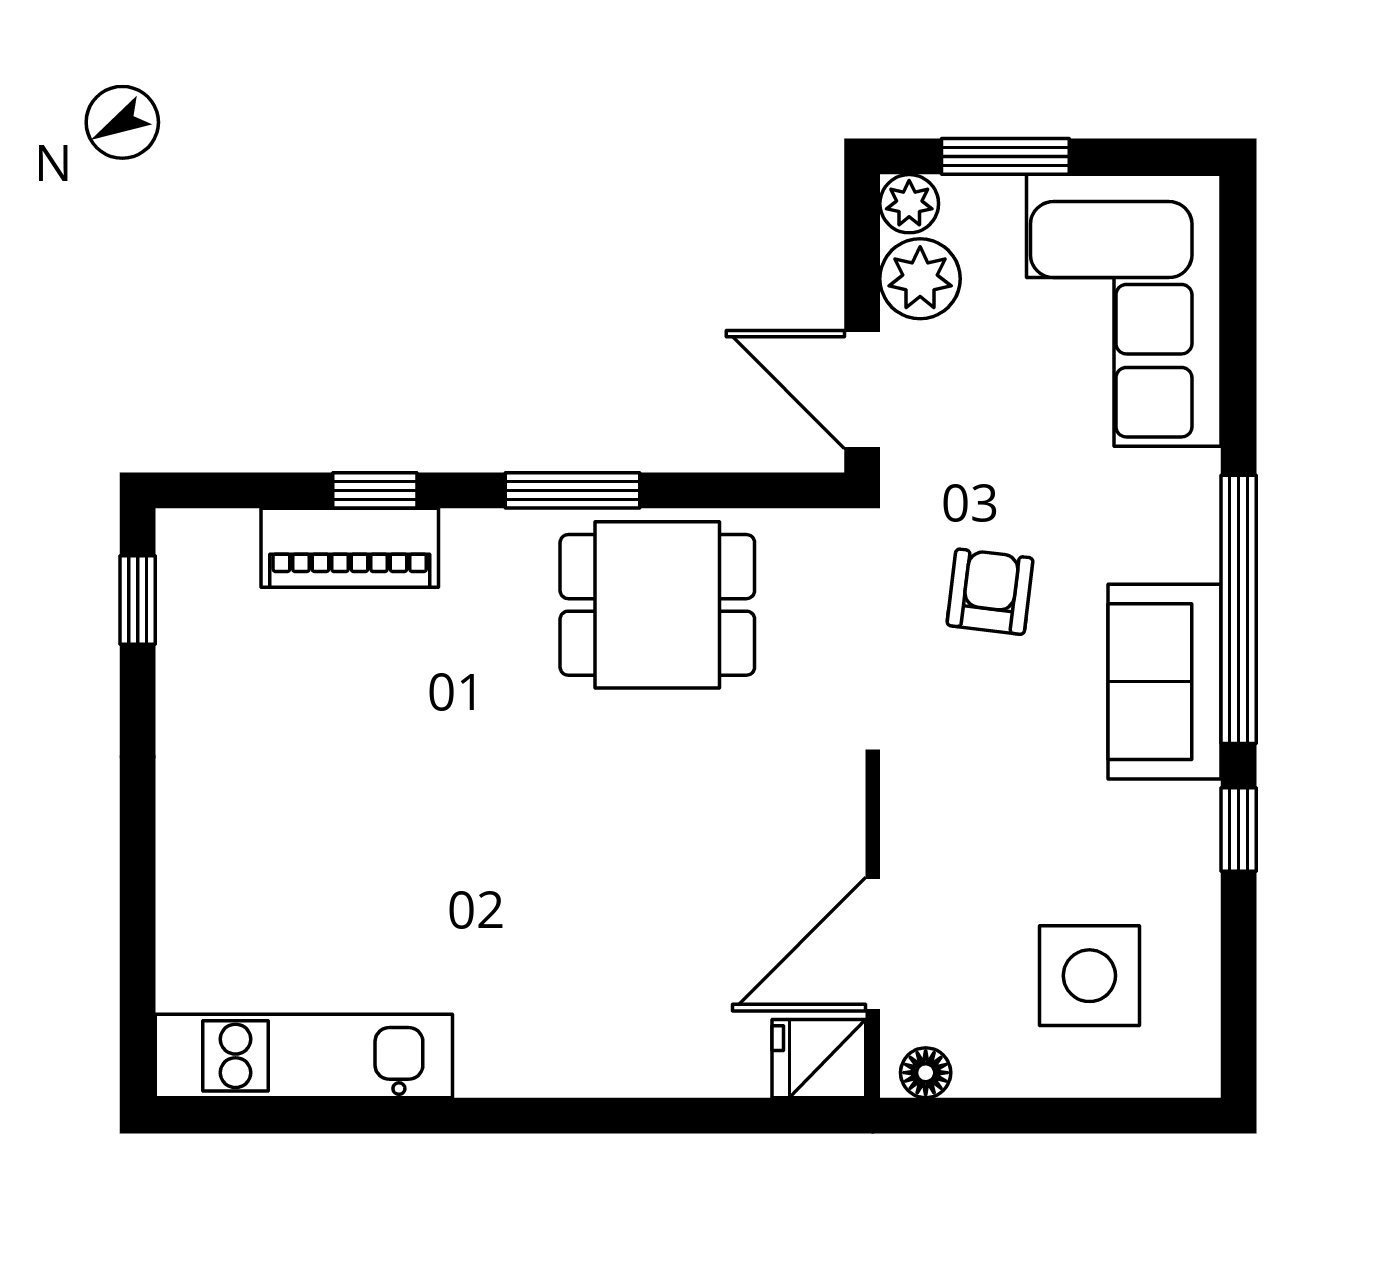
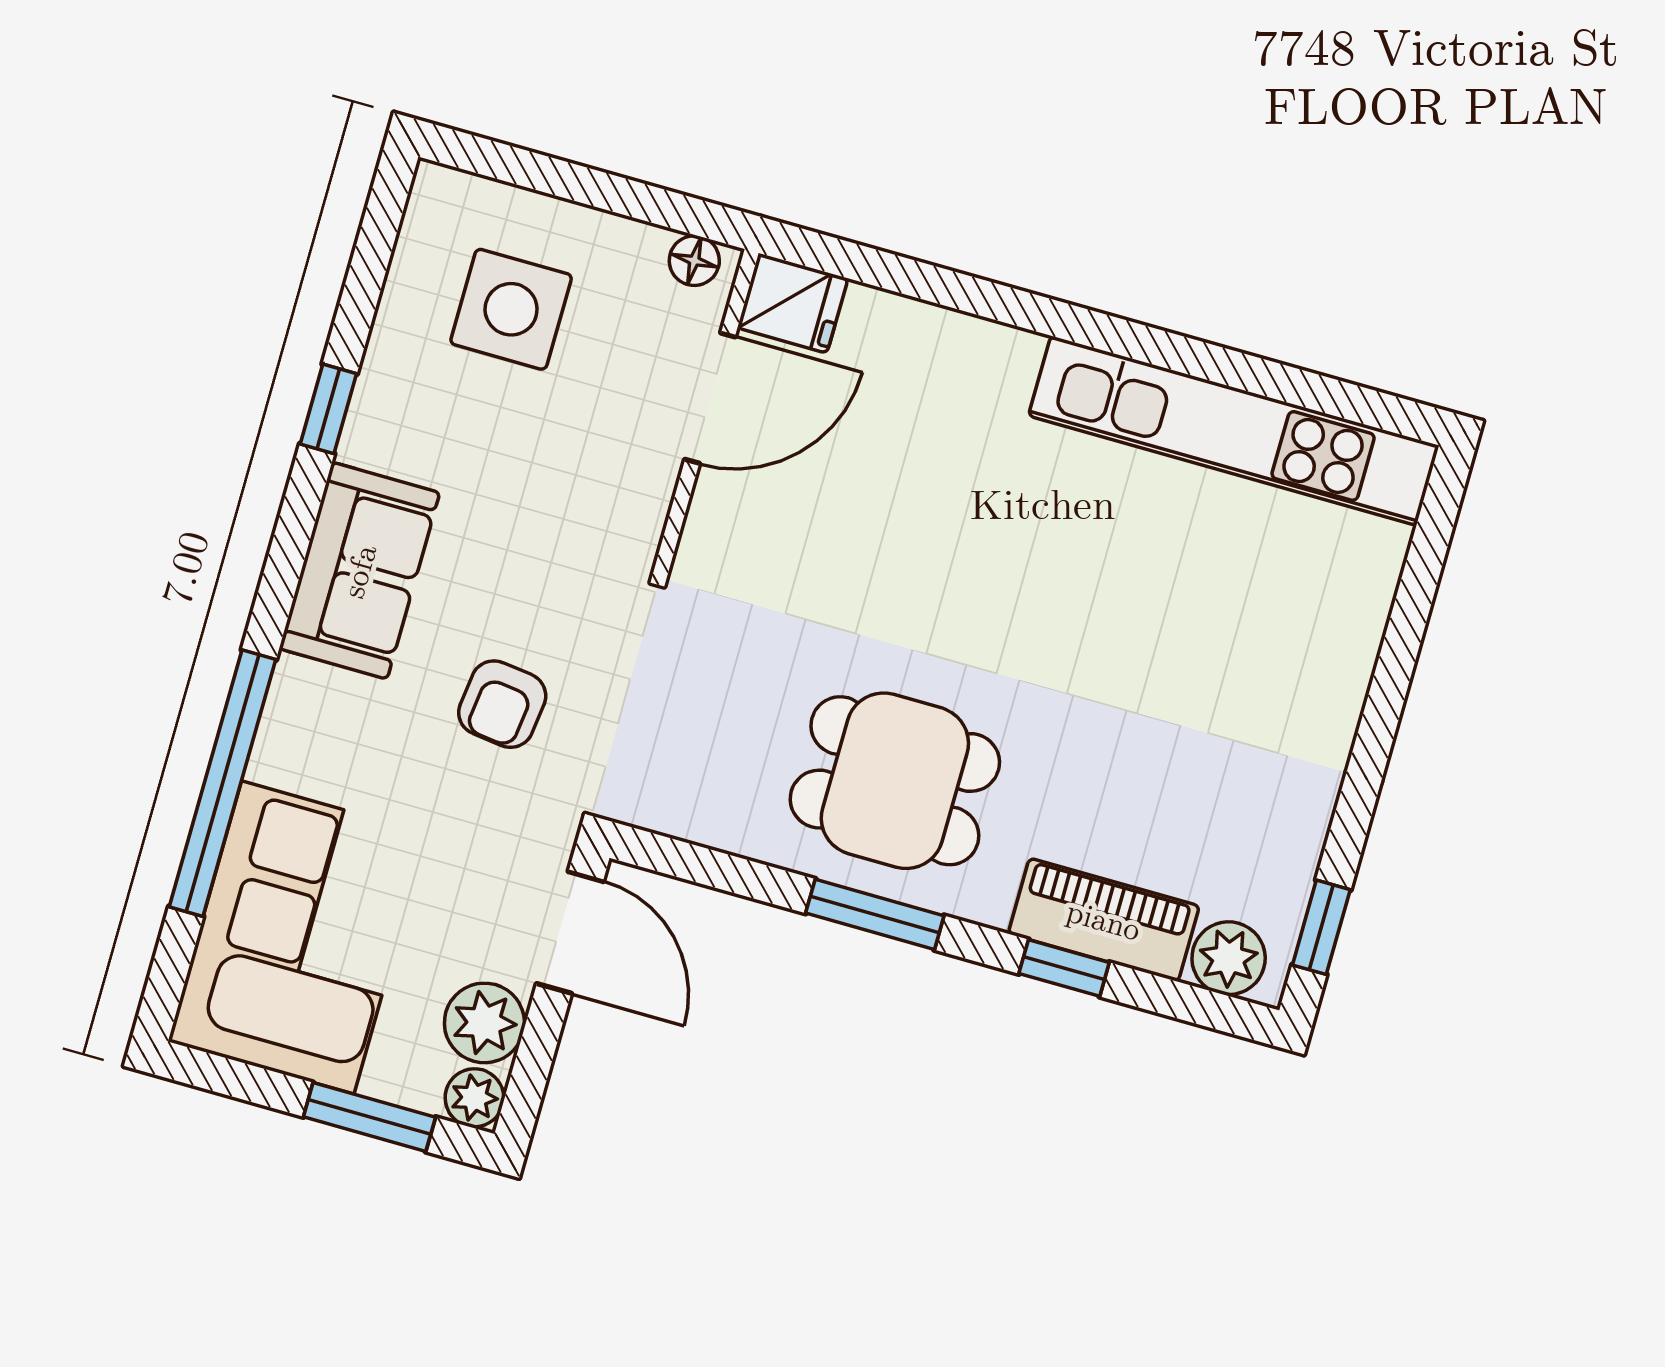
plant: (219, 545) -> (1229, 958), added
dining table: (657, 605) -> (895, 781), moved
window: (1239, 609) -> (222, 783), moved
kitchen unit: (304, 1056) -> (1234, 431), width x1.36

